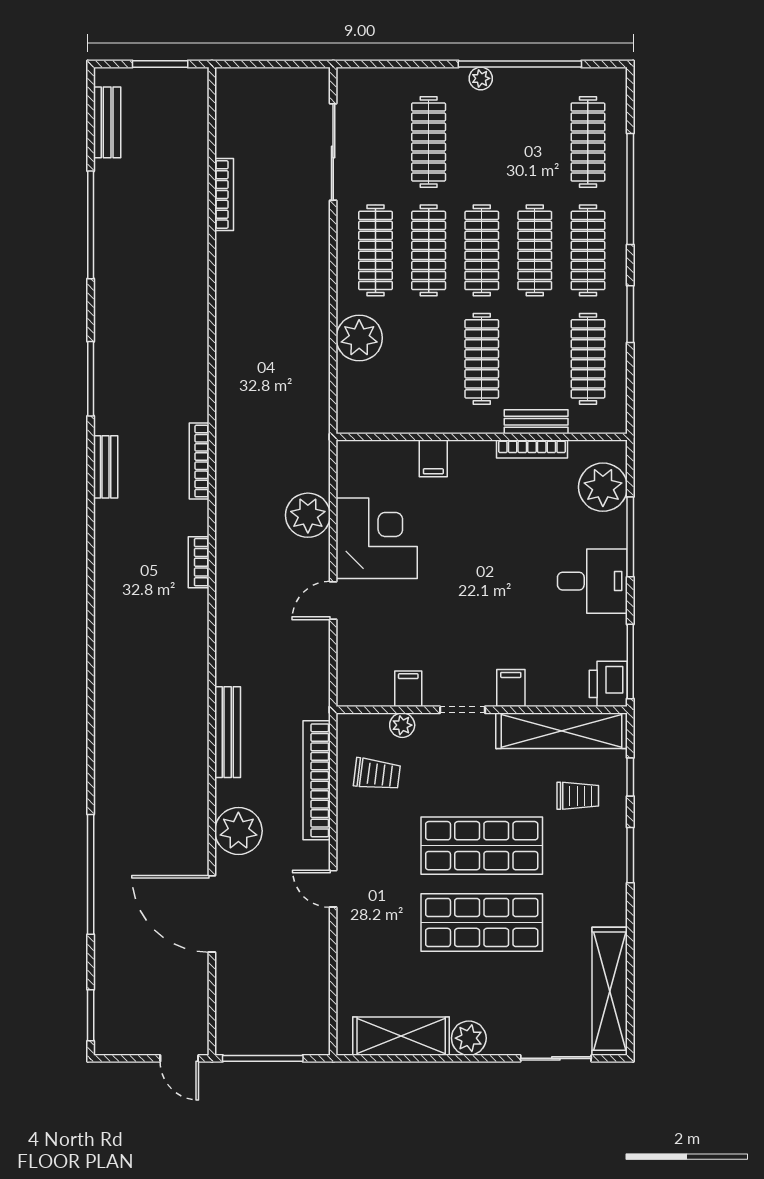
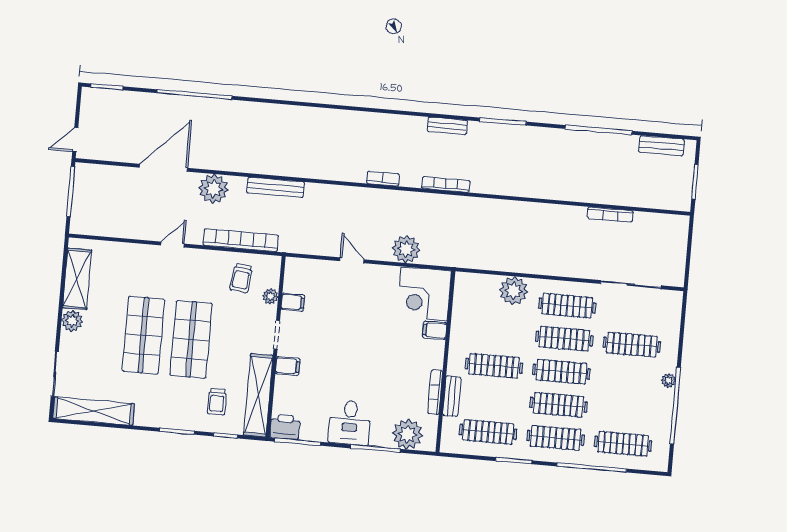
corner desk: (377, 538) -> (424, 294), moved, turned 90

